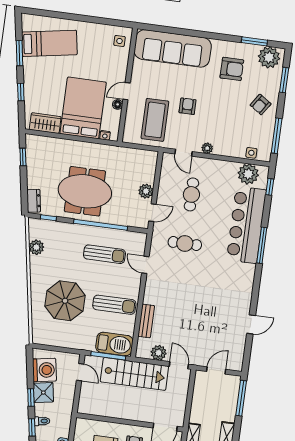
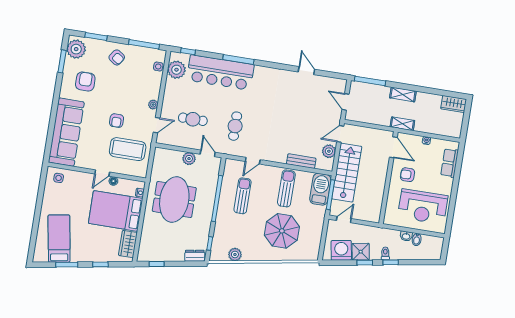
door: (127, 91) -> (102, 173), hinge flipped
armchair: (188, 106) -> (117, 121), turned -90
meeting table: (85, 191) -> (174, 200), moved

